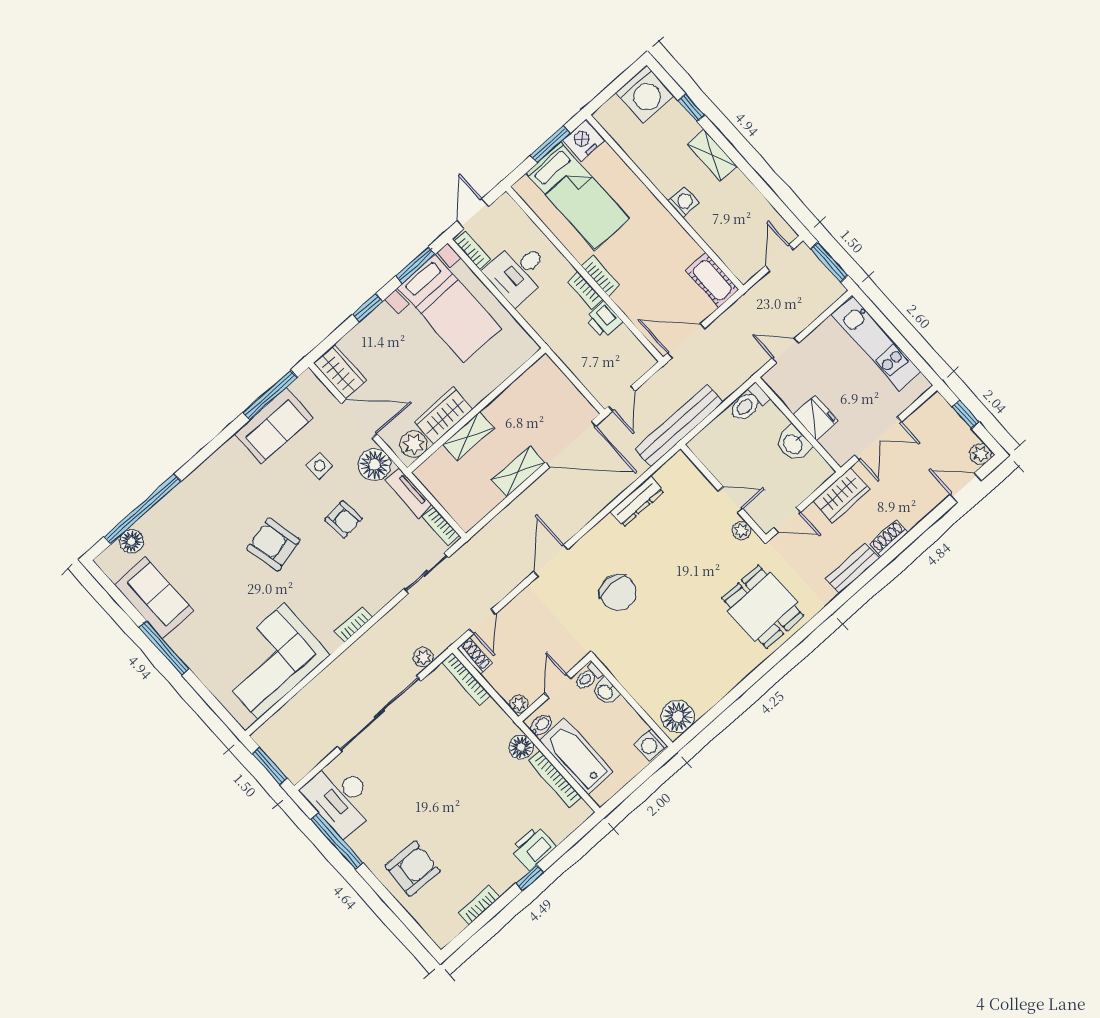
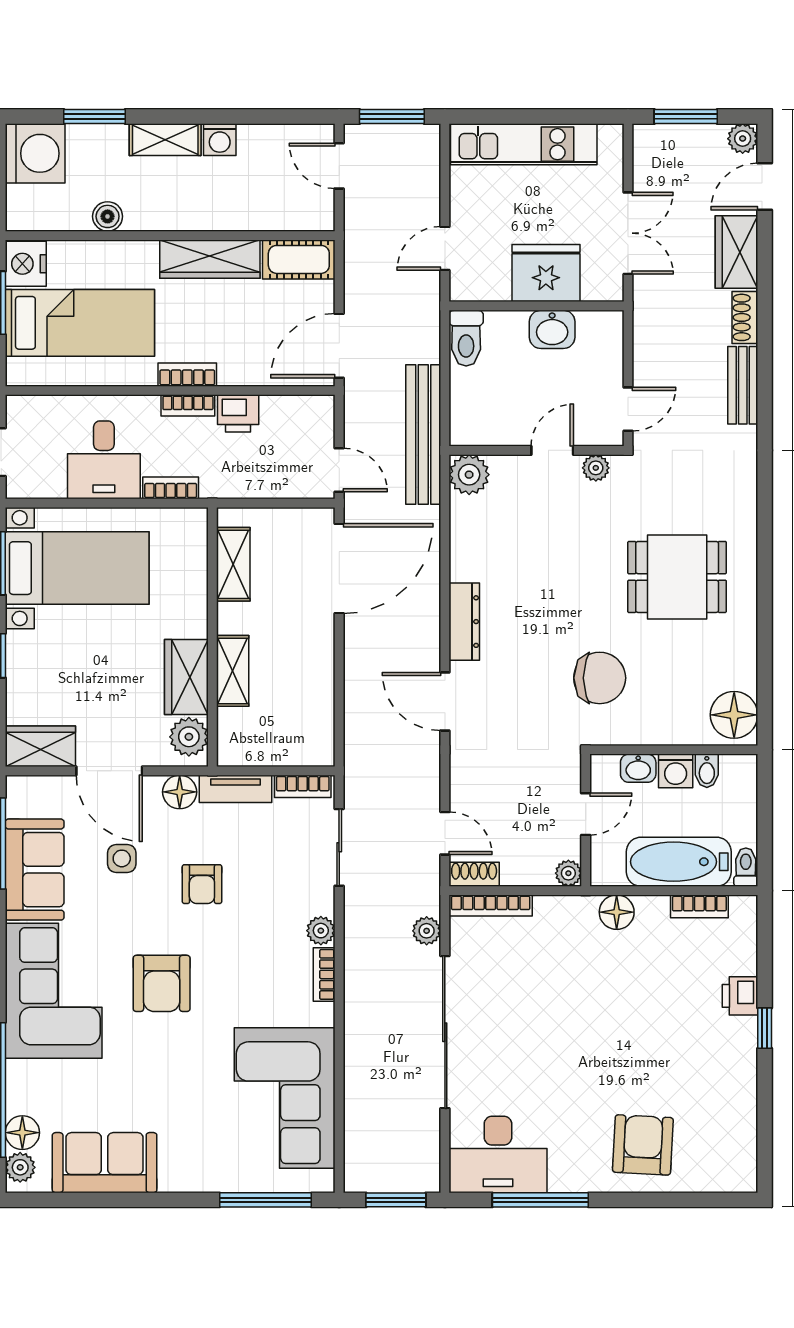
window: (691, 108) -> (94, 116), width x1.50
boiler: (646, 161) -> (108, 216), added
washing machine: (684, 202) -> (220, 140), moved, turned 180
wardrobe: (671, 234) -> (210, 259), added
bookcase: (472, 250) -> (171, 488), moved
window: (965, 414) -> (686, 116), width x1.50
fridge: (816, 418) -> (546, 273), width x1.36, depth x1.34
door: (359, 419) -> (109, 771), swing flipped
floor lamp: (375, 465) -> (180, 792), width x0.73, depth x0.73
plant: (679, 468) -> (469, 475), added
shelving: (518, 472) -> (233, 564), moved
corner sofa: (219, 492) -> (54, 991), added
wardrobe: (841, 495) -> (737, 252), moved, turned 180
dresser: (637, 501) -> (464, 622), moved
armchair: (344, 519) -> (202, 884), turned 95
armchair: (273, 544) -> (162, 983), turned -77
plant: (112, 556) -> (20, 1167), added
chair: (618, 592) -> (600, 678), moved
plant: (374, 602) -> (321, 931), added
dining table: (763, 607) -> (677, 577), moved
window: (164, 648) -> (266, 1200), moved
toilet: (588, 677) -> (746, 867), moved, turned 180
door: (558, 686) -> (586, 814), swing flipped
bidet: (541, 725) -> (707, 771), moved, turned 180
washing machine: (651, 745) -> (676, 771), moved
bookcase: (555, 779) -> (699, 906), width x0.64
printer: (533, 848) -> (740, 996), width x0.73, depth x0.81
bookcase: (479, 905) -> (746, 1109), removed

